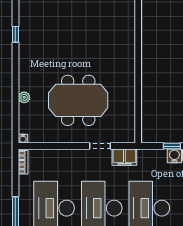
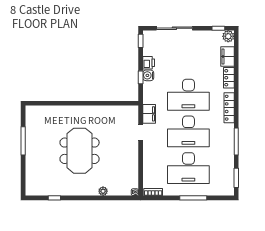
meeting table: (78, 100) -> (80, 151), moved

